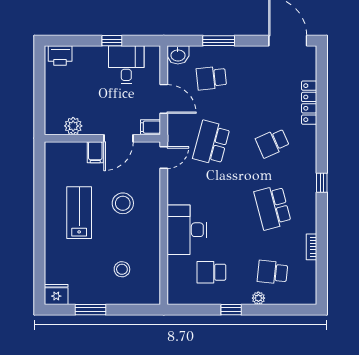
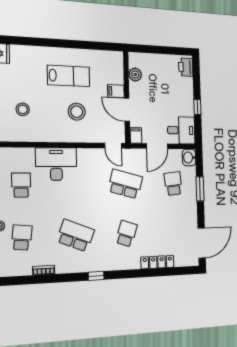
desk: (126, 65) -> (181, 130), moved
school desk: (273, 143) -> (126, 234), turned 42
school desk: (273, 207) -> (76, 236), turned 36

